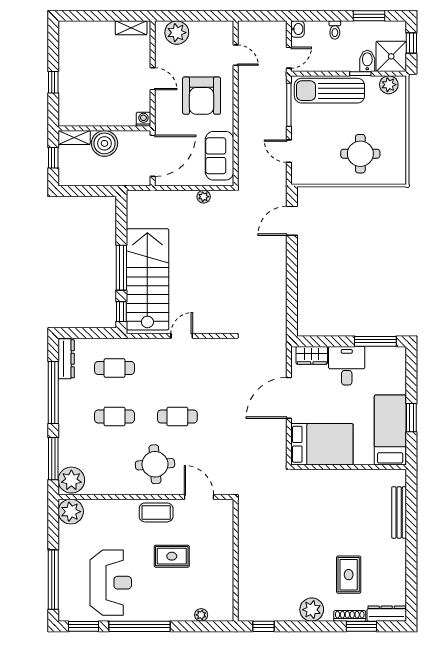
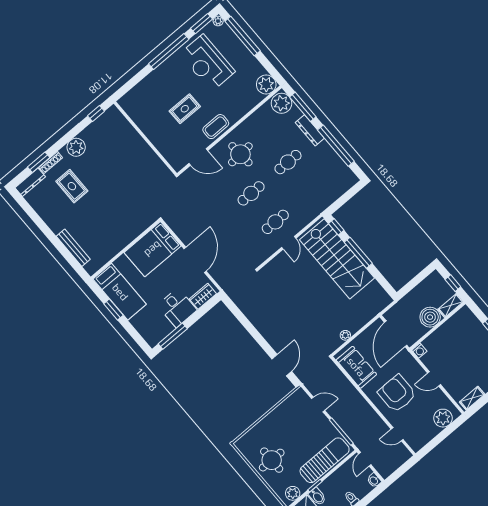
round table: (360, 154) -> (272, 460), moved
dresser: (66, 359) -> (310, 130), moved
cafe table: (115, 368) -> (275, 222), moved
plant: (201, 615) -> (218, 21), moved

